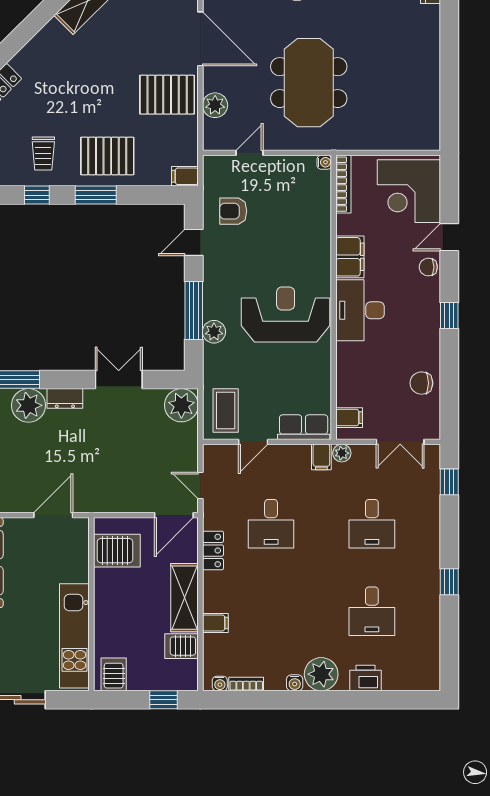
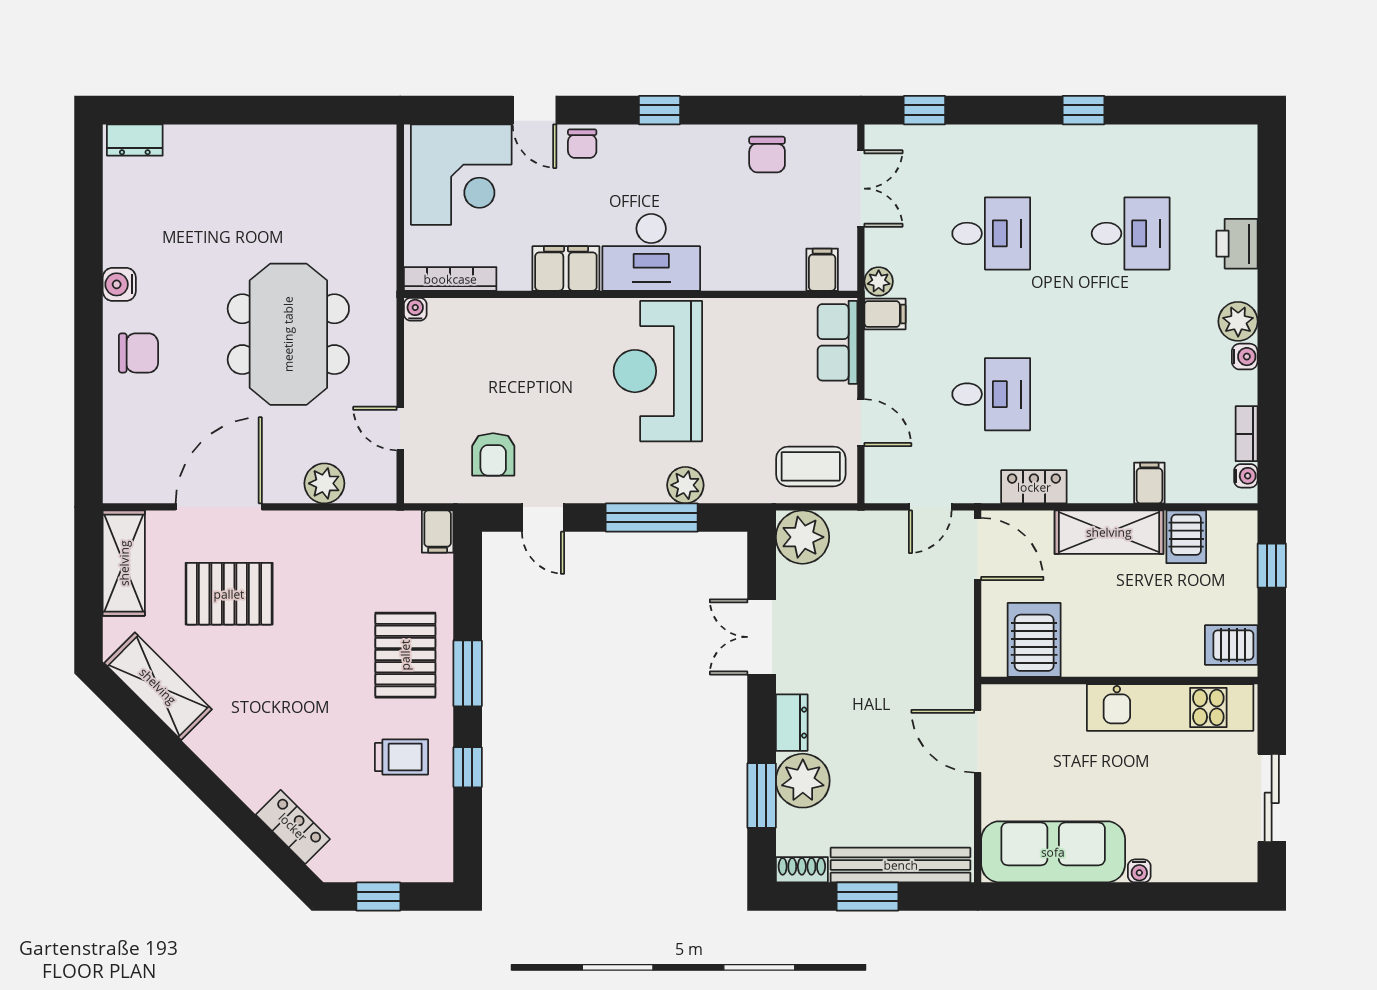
meeting table: (309, 83) -> (288, 334), turned 90
pallet: (167, 95) -> (229, 594), moved, turned 90
plant: (321, 674) -> (1238, 321), width x0.73, depth x0.73

